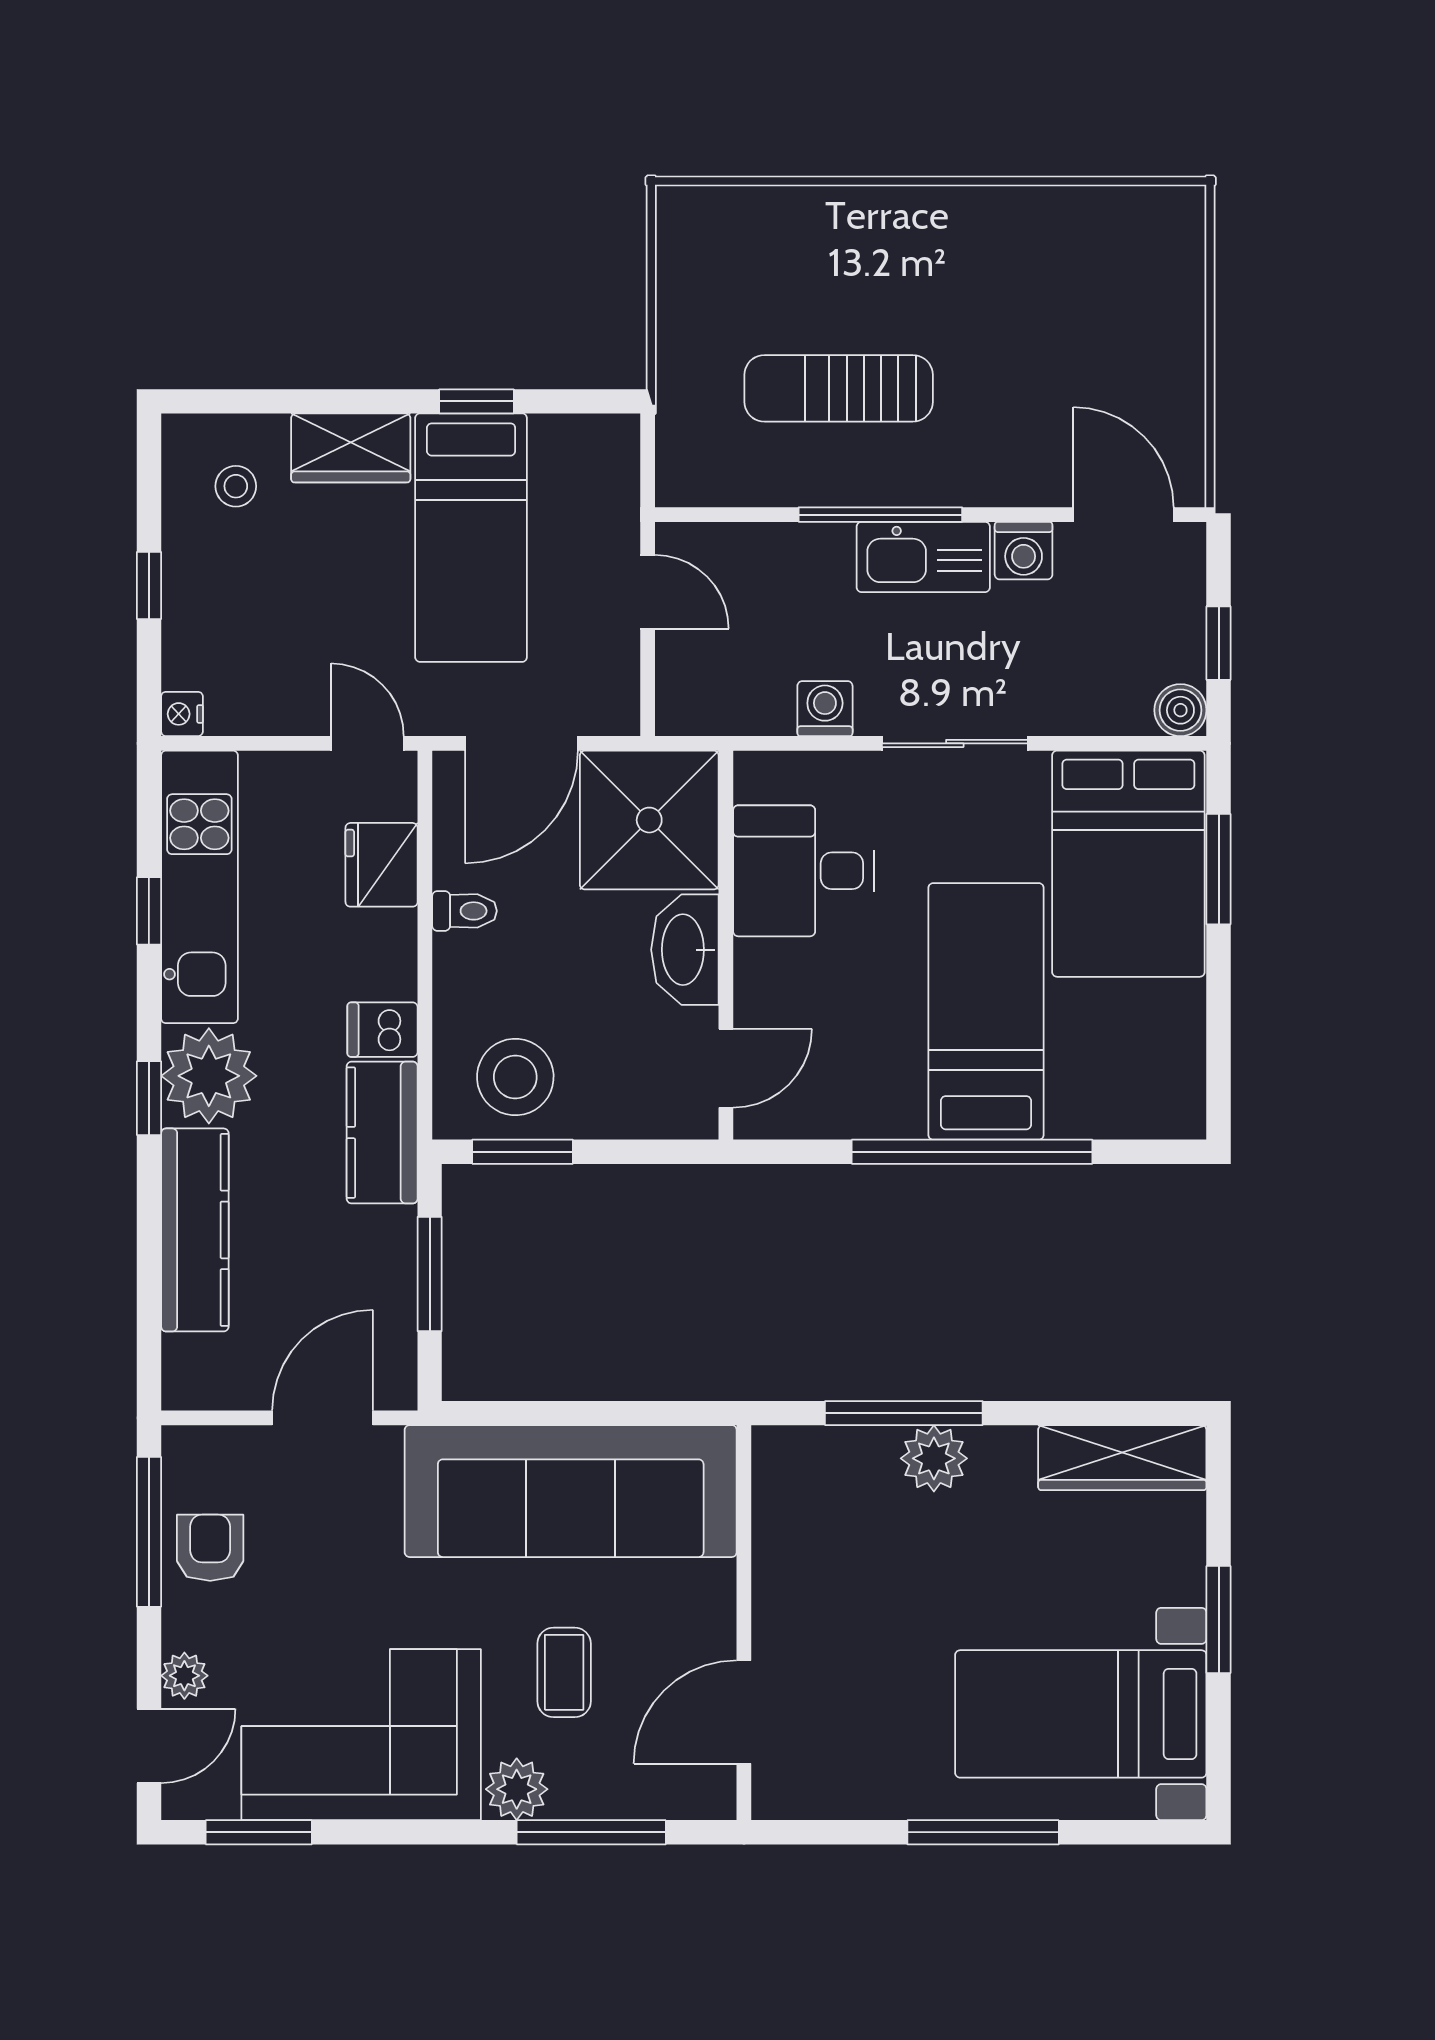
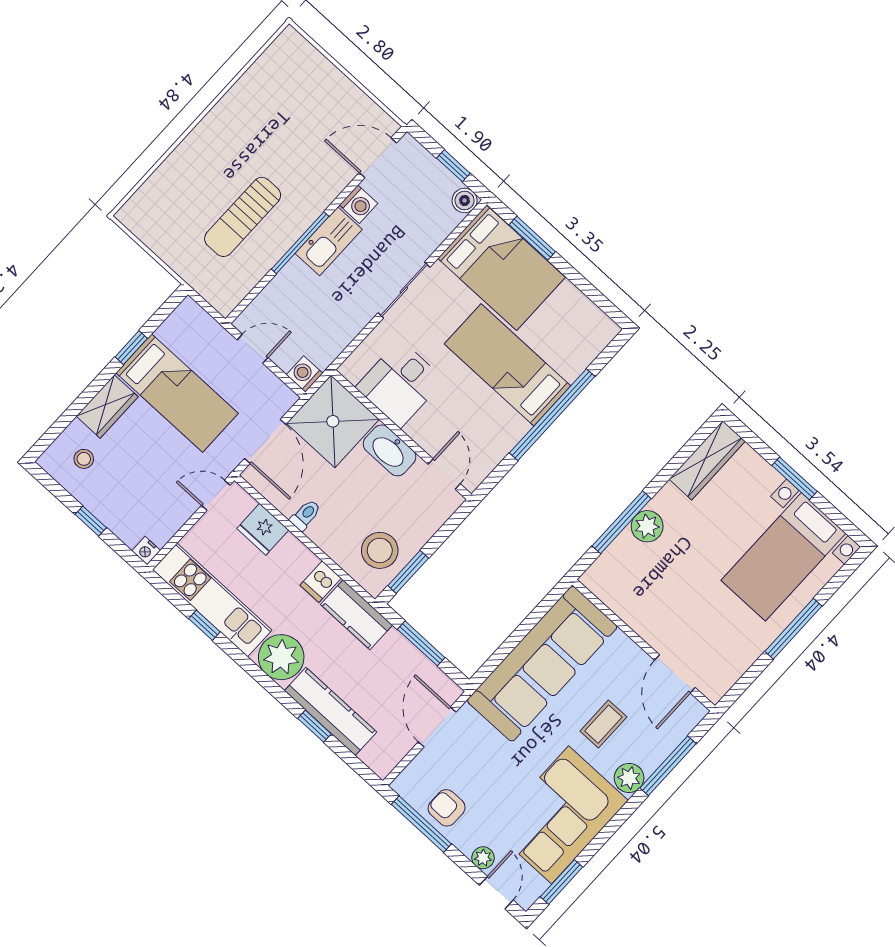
washing machine: (825, 709) -> (305, 374), moved
window: (149, 1098) -> (314, 726), moved
coffee table: (564, 1672) -> (603, 724), turned 90

